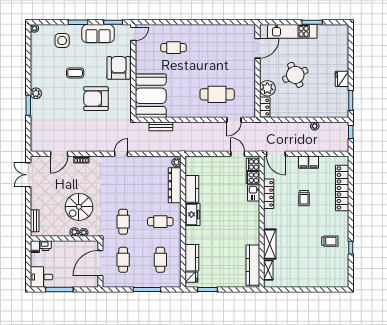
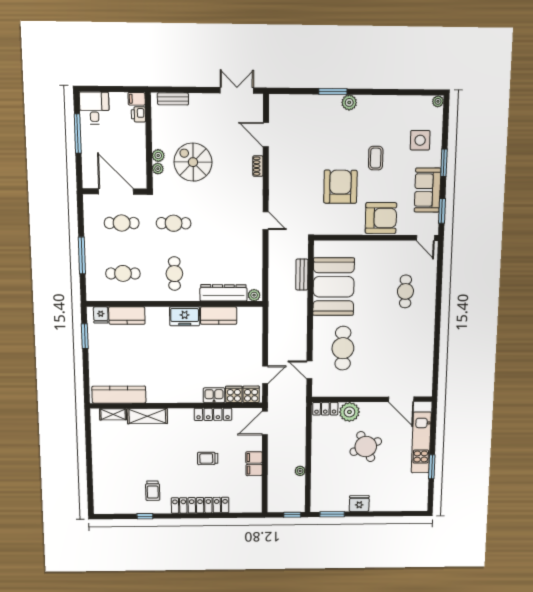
booth: (151, 96) -> (334, 287), moved, turned 90
locker: (342, 188) -> (200, 505), moved

